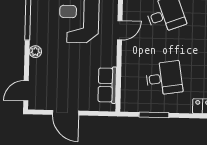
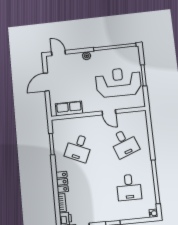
desk: (164, 78) -> (79, 148), turned 33

